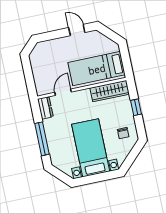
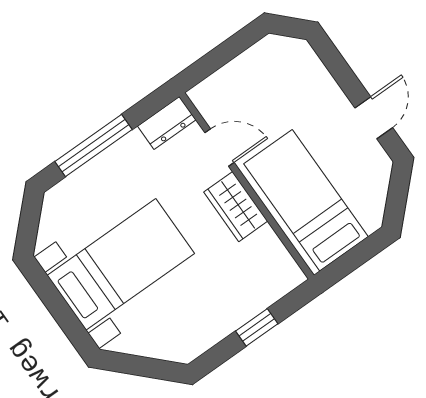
wardrobe: (110, 91) -> (236, 207), moved, width x0.67
chair: (123, 133) -> (186, 324), removed

